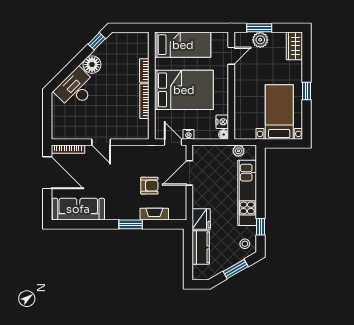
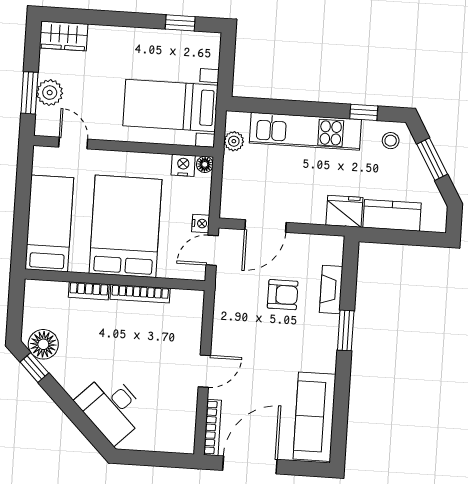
floor lamp: (92, 65) -> (43, 344), moved
window: (307, 91) -> (180, 23), moved
bed with nightstands: (279, 112) -> (171, 105), moved
door: (189, 173) -> (265, 226), hinge flipped
armchair: (149, 186) -> (283, 295), turned 90

